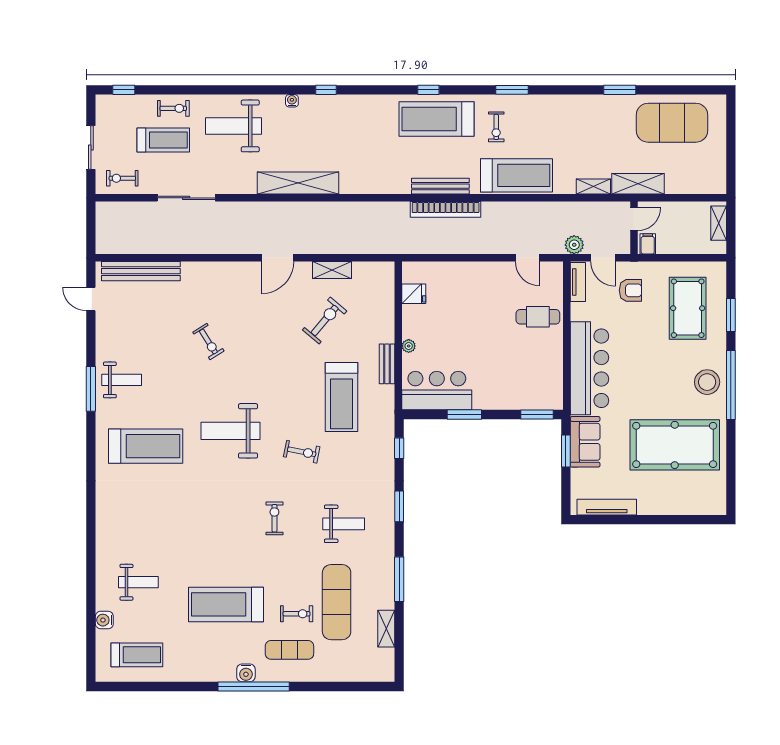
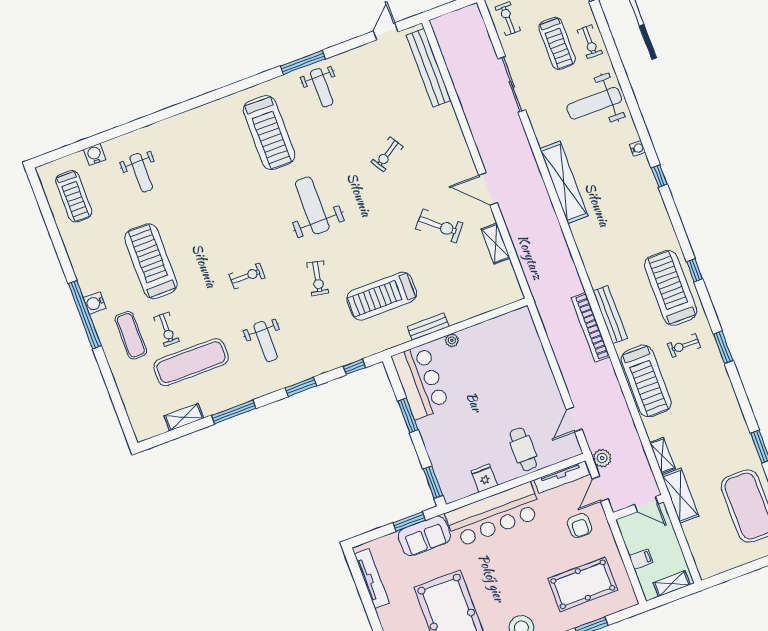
weight bench: (234, 126) -> (594, 103), turned -90
filing cabinet: (648, 244) -> (641, 559), moved
tv unit: (578, 282) -> (562, 477), width x1.41
fridge: (414, 294) -> (484, 478), moved, turned 180
exercise bike: (325, 320) -> (439, 226), moved

